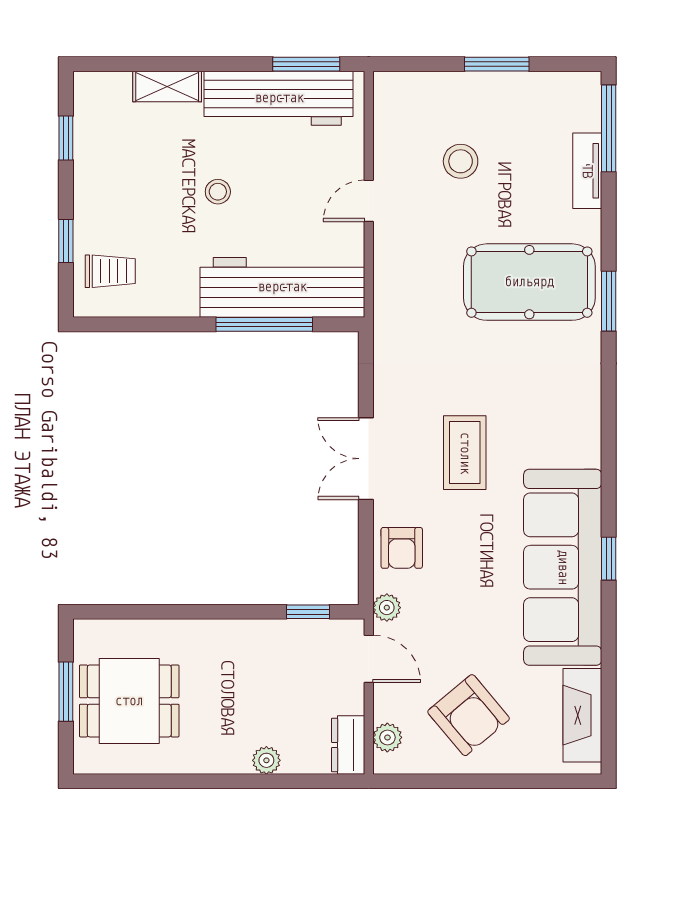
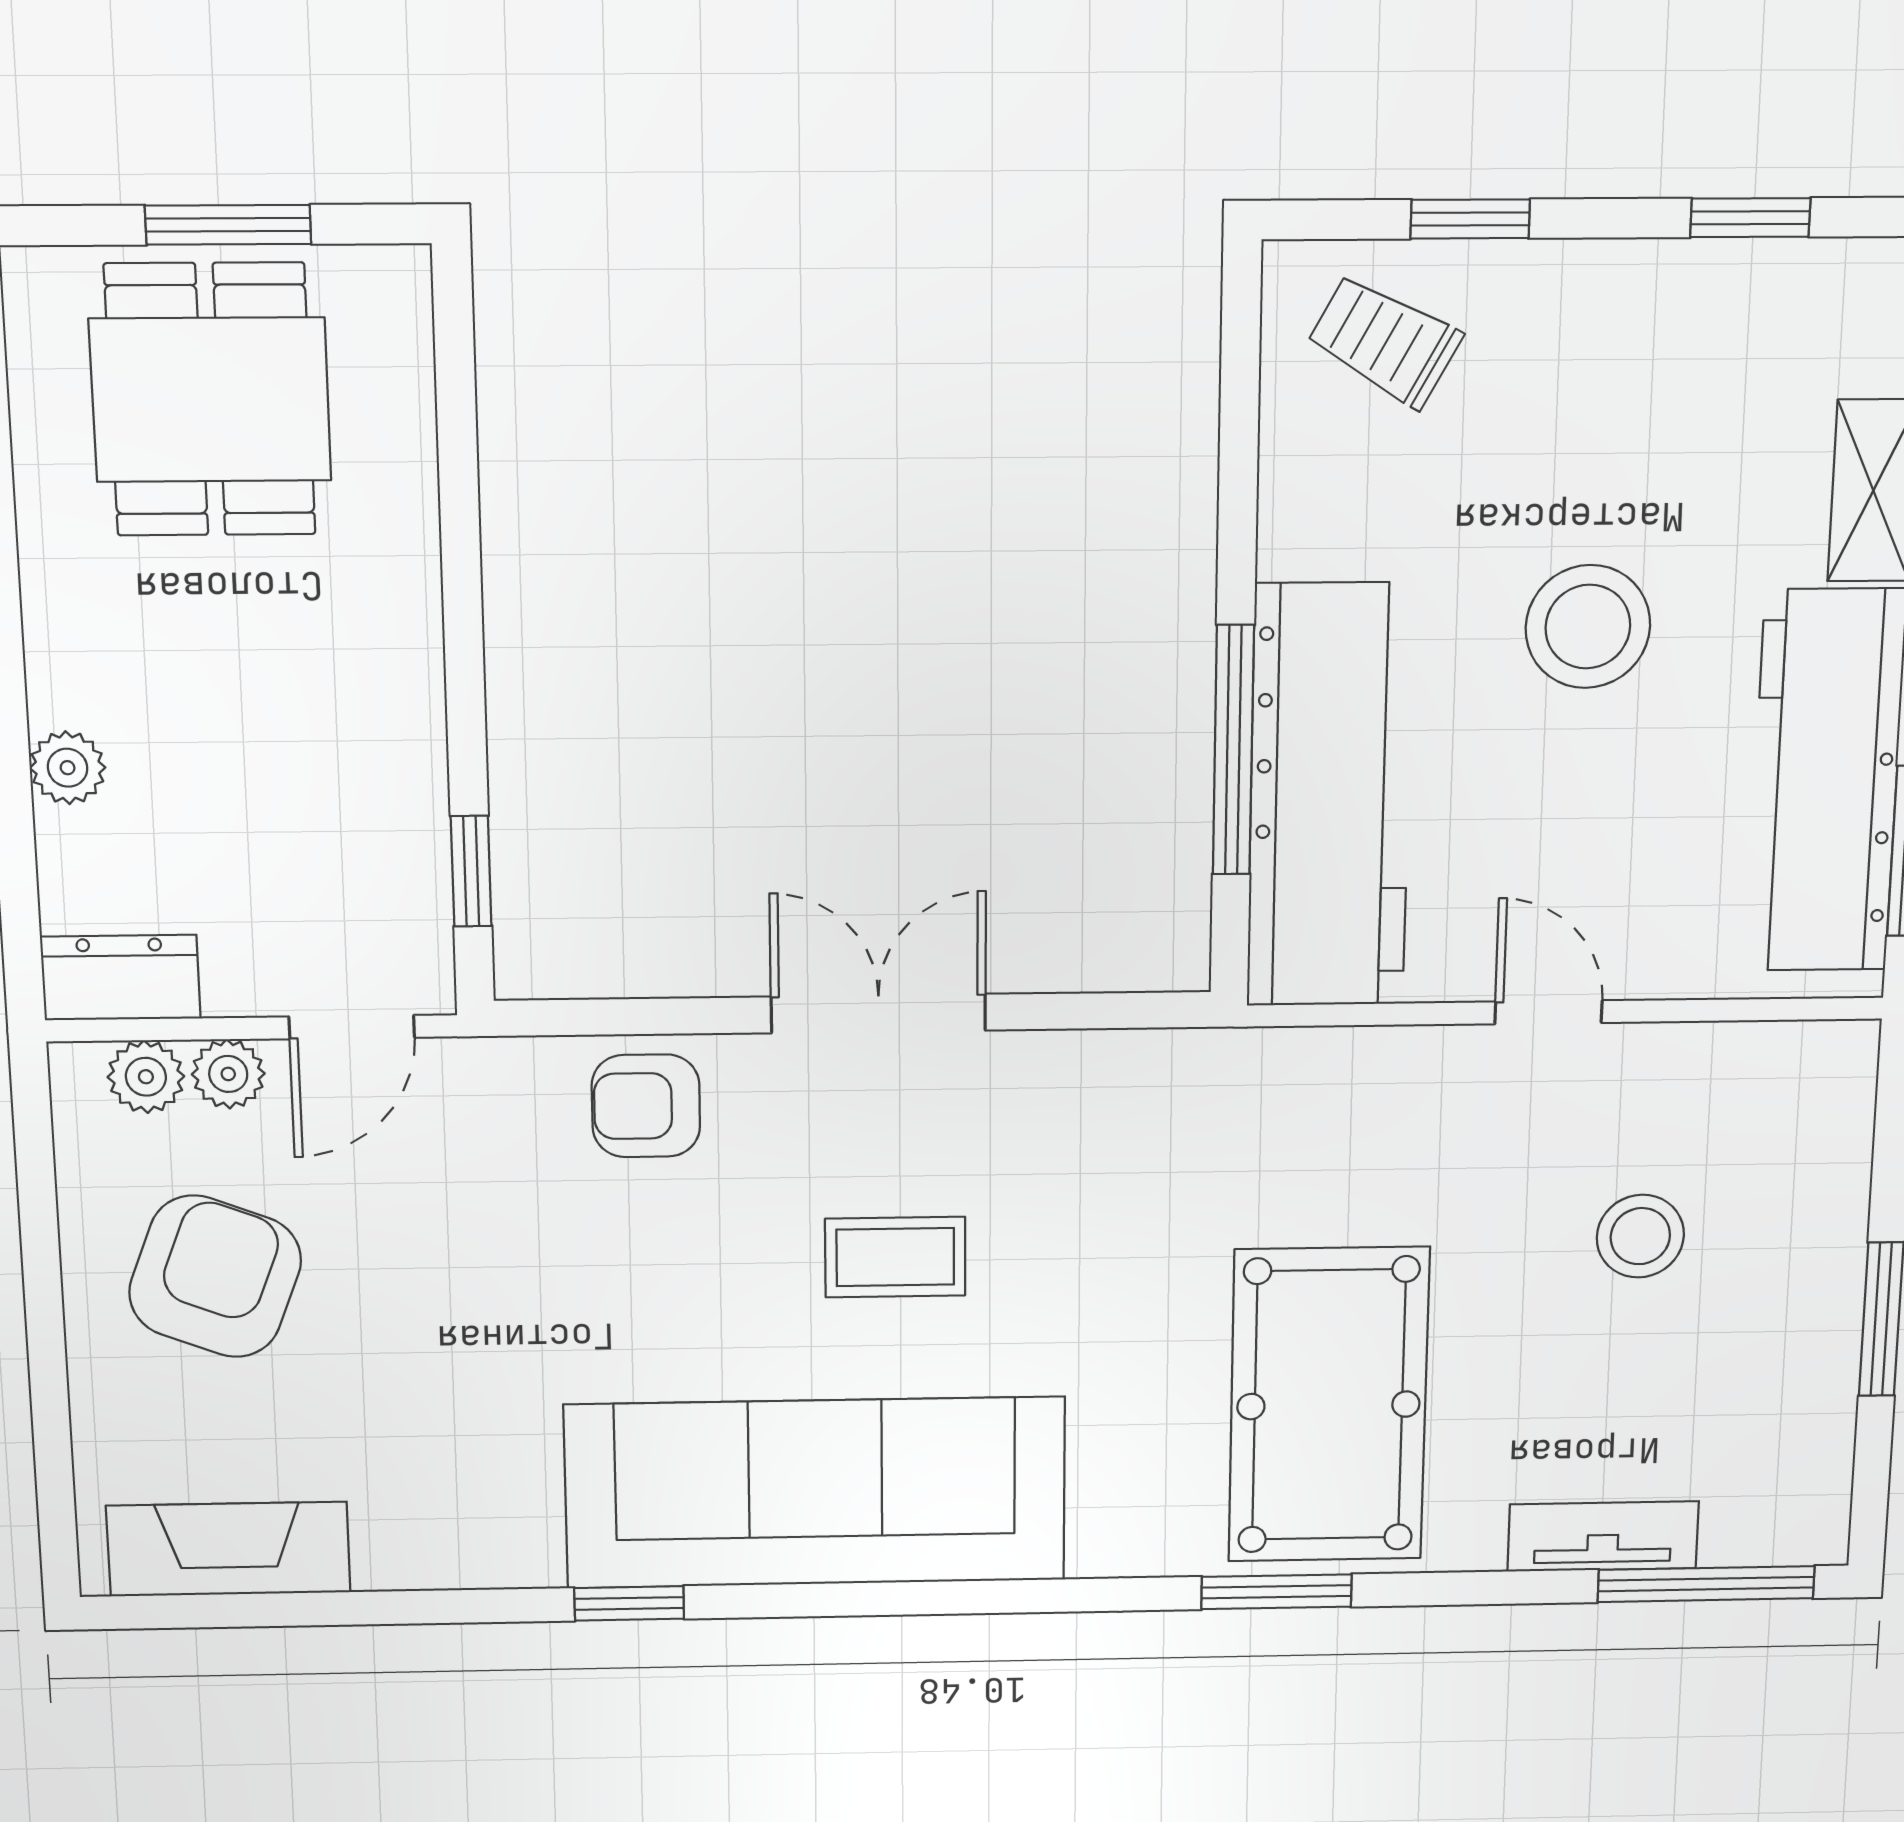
stool: (218, 192) -> (1588, 627), width x1.89, depth x1.89
trolley: (110, 271) -> (1385, 341), turned 119
coffee table: (465, 453) -> (895, 1257), width x0.73, depth x0.77
sofa: (563, 567) -> (815, 1493), moved
plant: (387, 608) -> (228, 1074), moved
armchair: (469, 715) -> (215, 1276), turned 151

